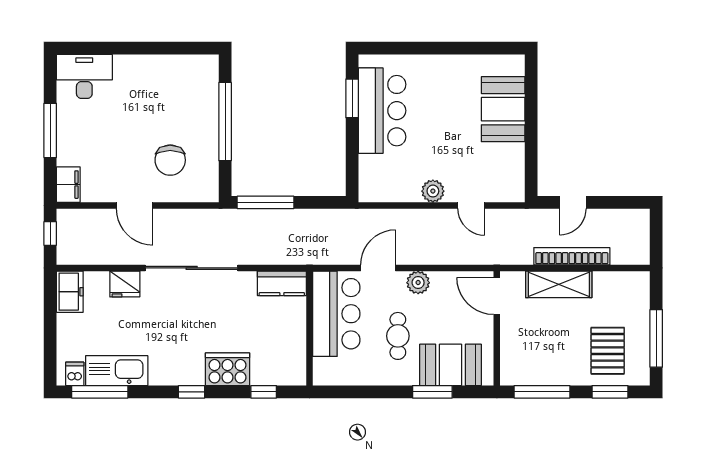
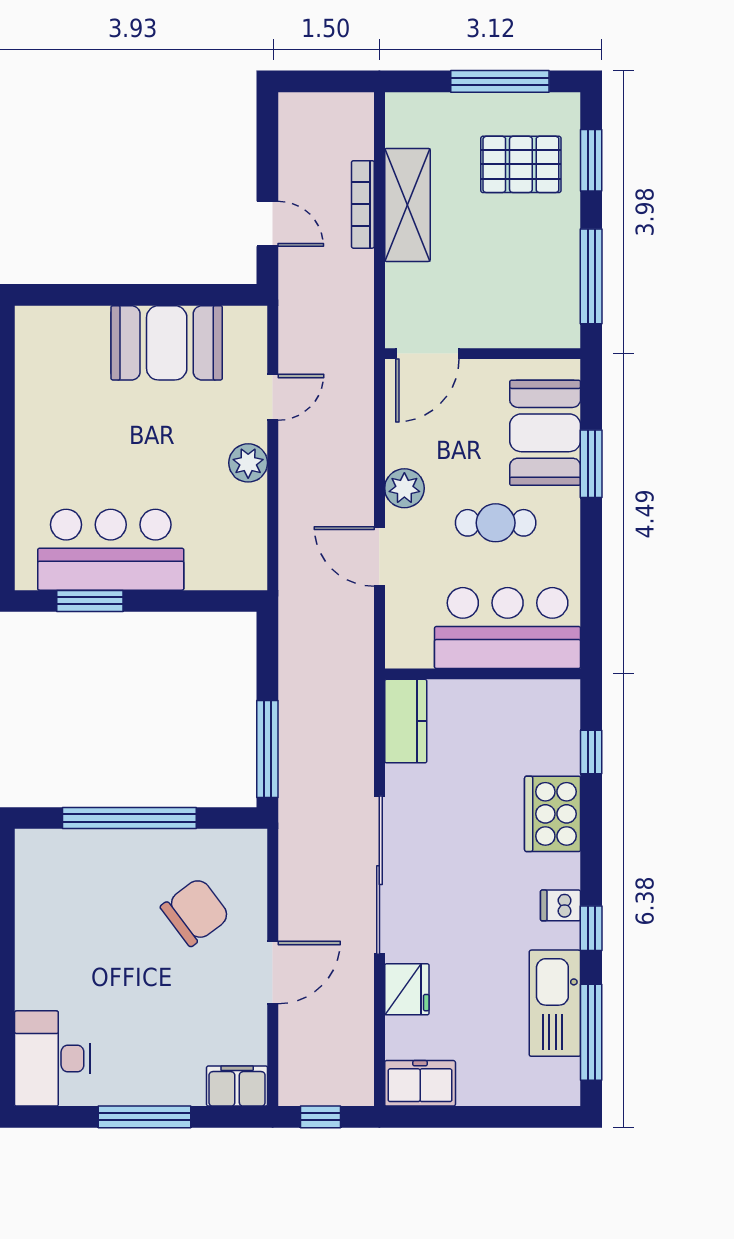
booth: (503, 109) -> (167, 343), moved
chair: (170, 160) -> (195, 912), turned -37
bookcase: (572, 256) -> (363, 204), width x0.68, depth x0.76
shelving: (559, 284) -> (407, 205), moved
bar counter: (336, 314) -> (508, 628), moved
dishwasher: (75, 374) -> (561, 905), moved
window: (192, 392) -> (591, 928), moved

